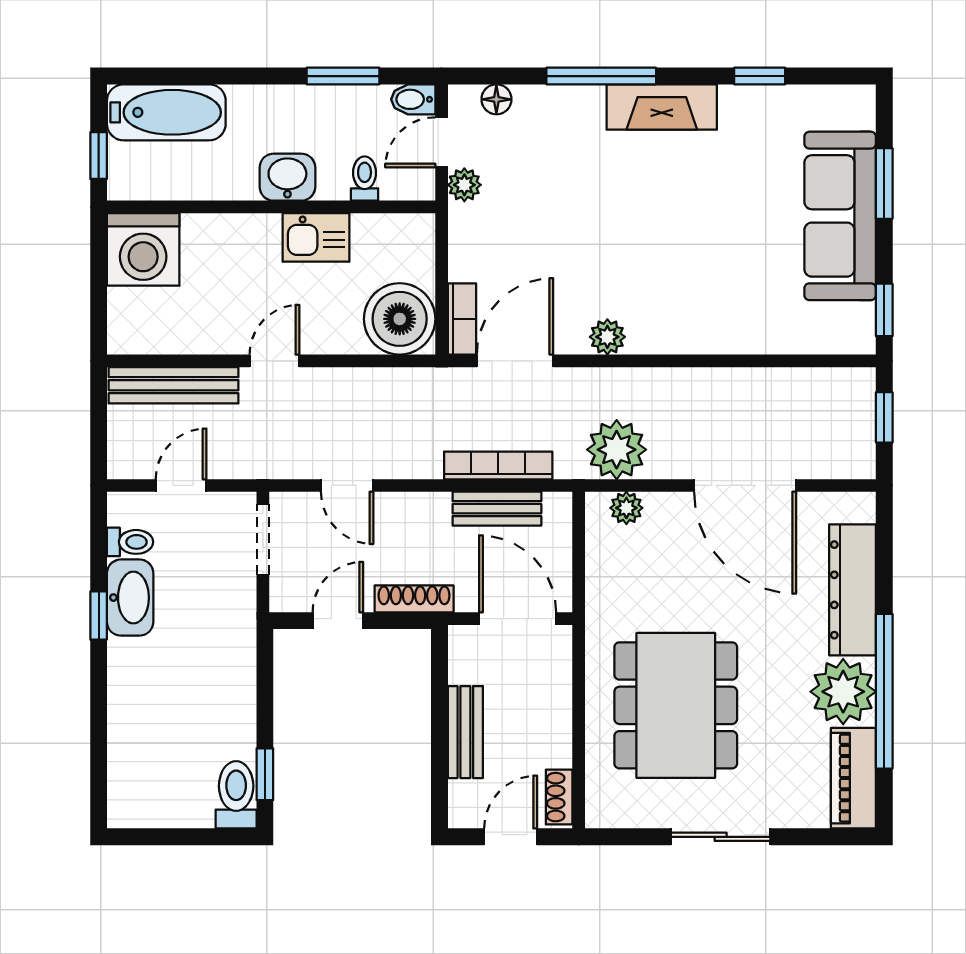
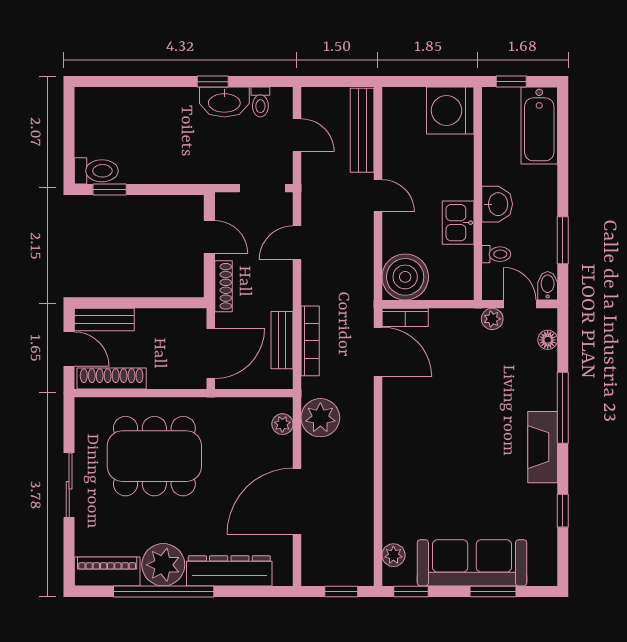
plant: (607, 337) -> (393, 555), moved
bench: (465, 732) -> (104, 320), moved
shoe rack: (559, 797) -> (112, 378), width x1.94, depth x1.24

